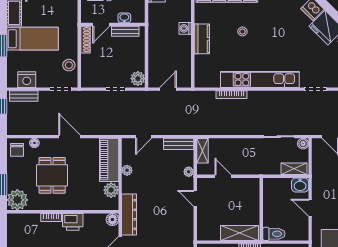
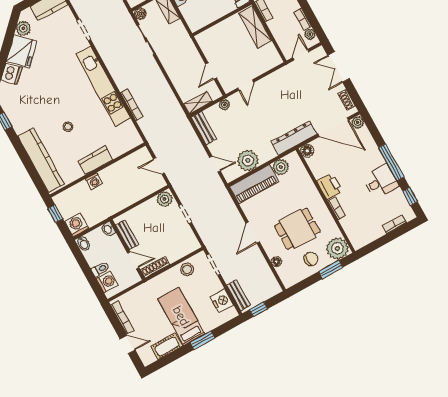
washbasin: (124, 18) -> (108, 229), moved
chair: (17, 150) -> (311, 259), moved
plant: (127, 170) -> (248, 161), width x1.88, depth x1.88

